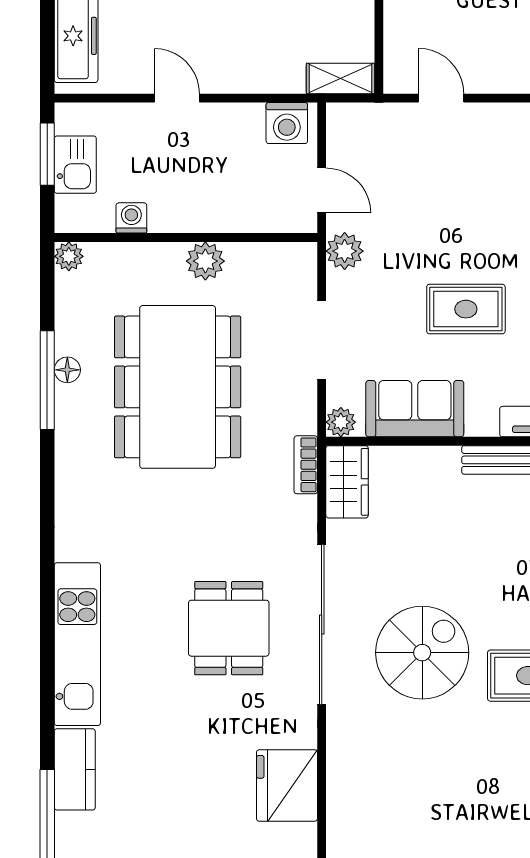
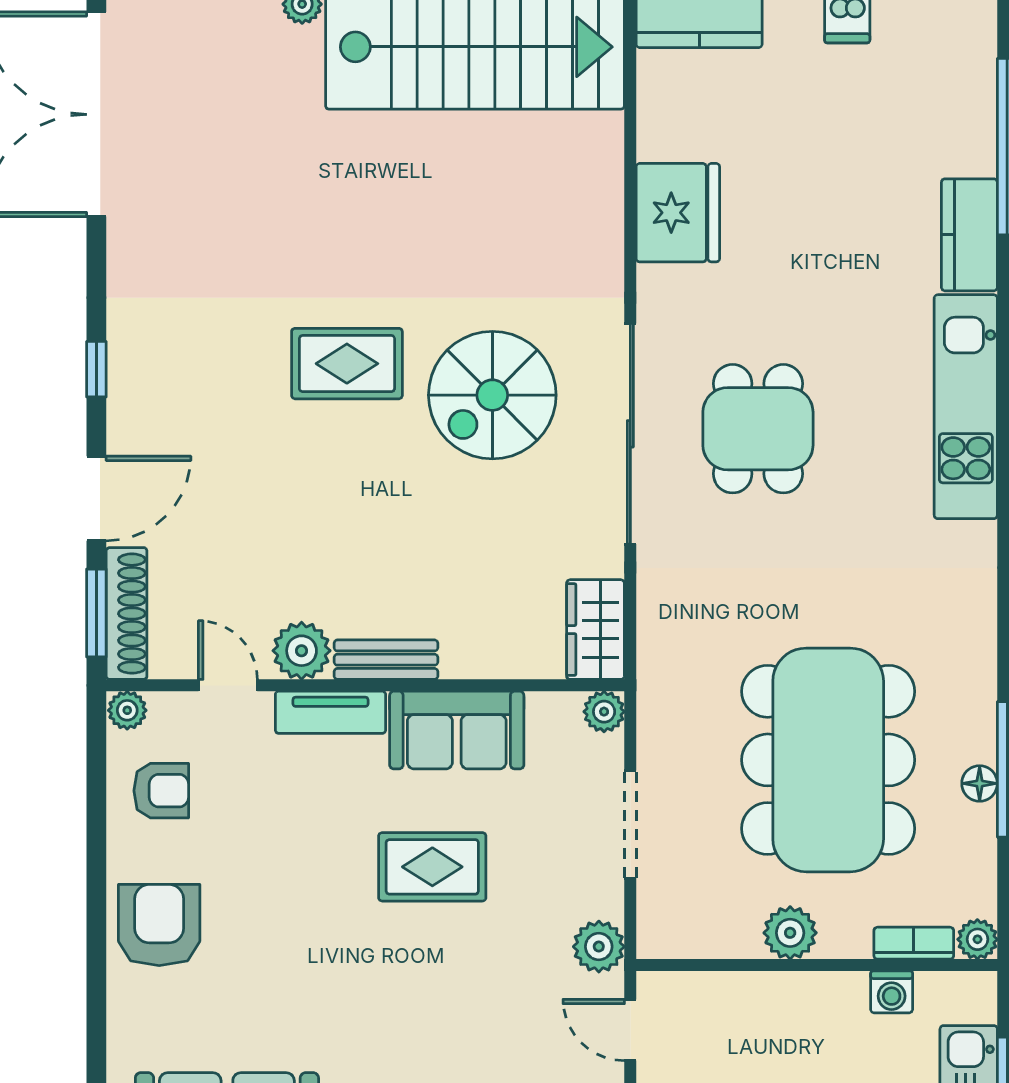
sofa: (415, 409) -> (457, 730), moved
bookcase: (306, 465) -> (914, 943), moved, turned -90

